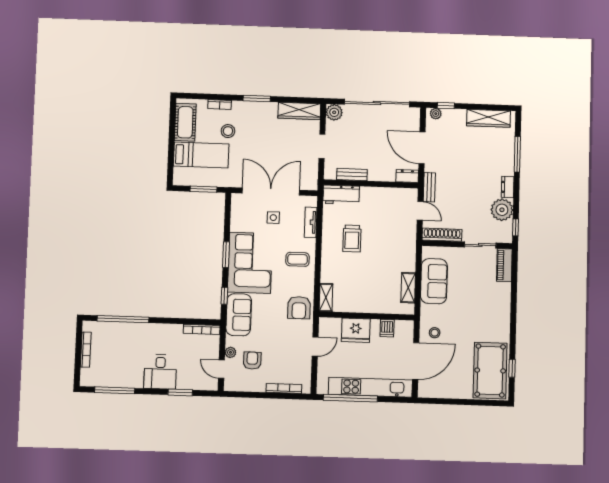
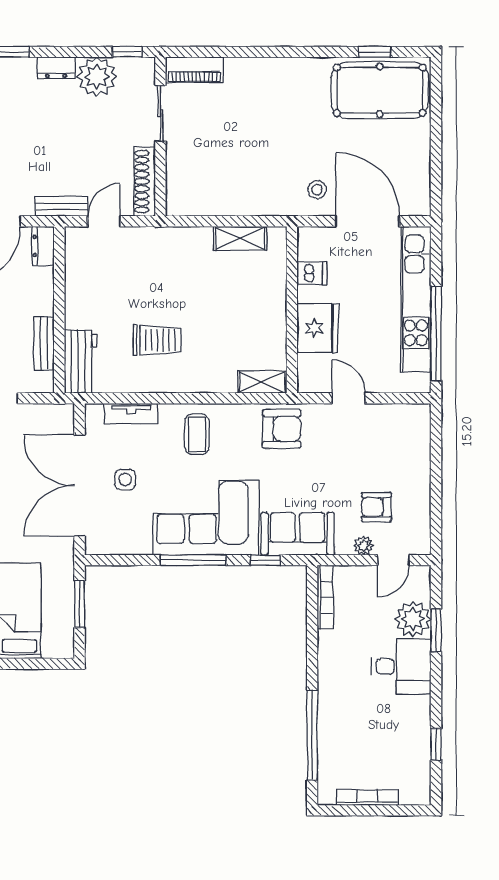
window: (226, 255) -> (193, 560), width x1.44
sofa: (434, 281) -> (227, 193), removed
plant: (187, 379) -> (413, 619), added
bookcase: (284, 388) -> (423, 450), removed
window: (115, 390) -> (436, 744), width x0.46

